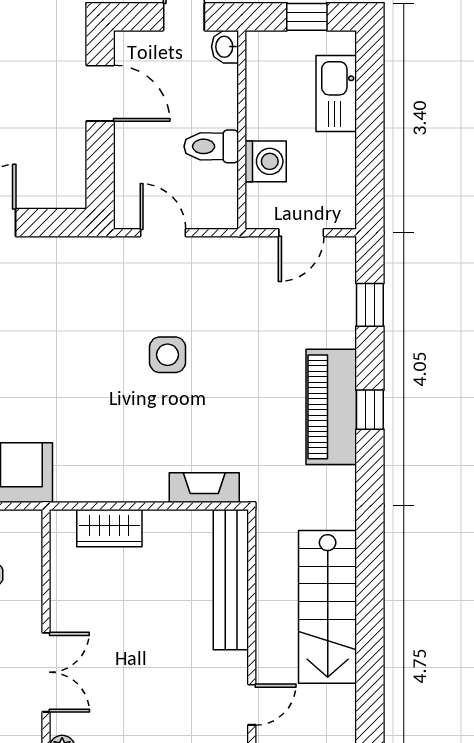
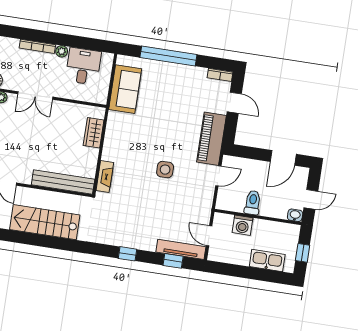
tv unit: (341, 291) -> (181, 249), added
piano: (331, 407) -> (211, 139), moved, turned -90

